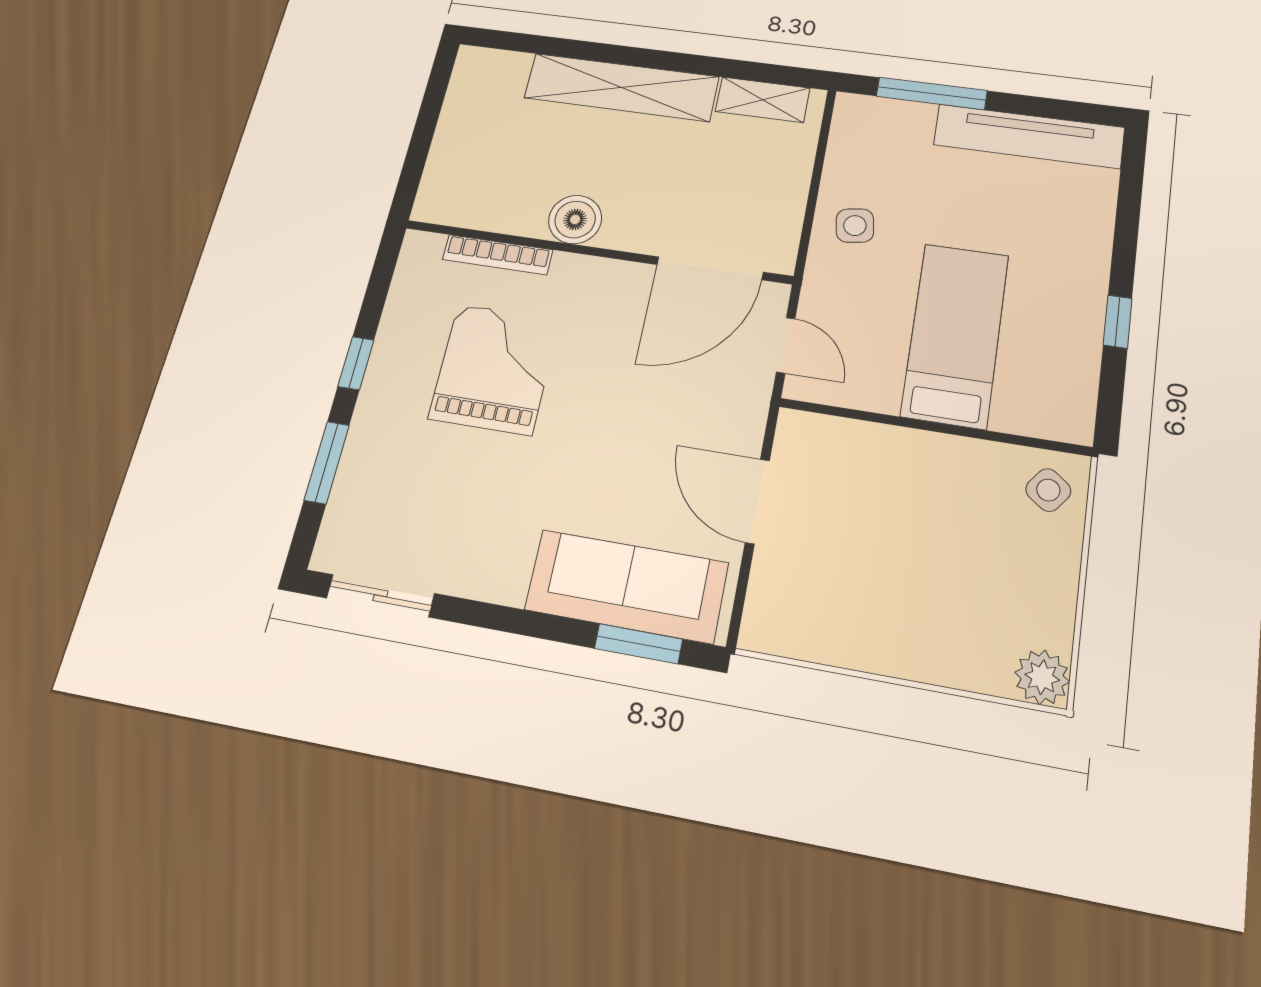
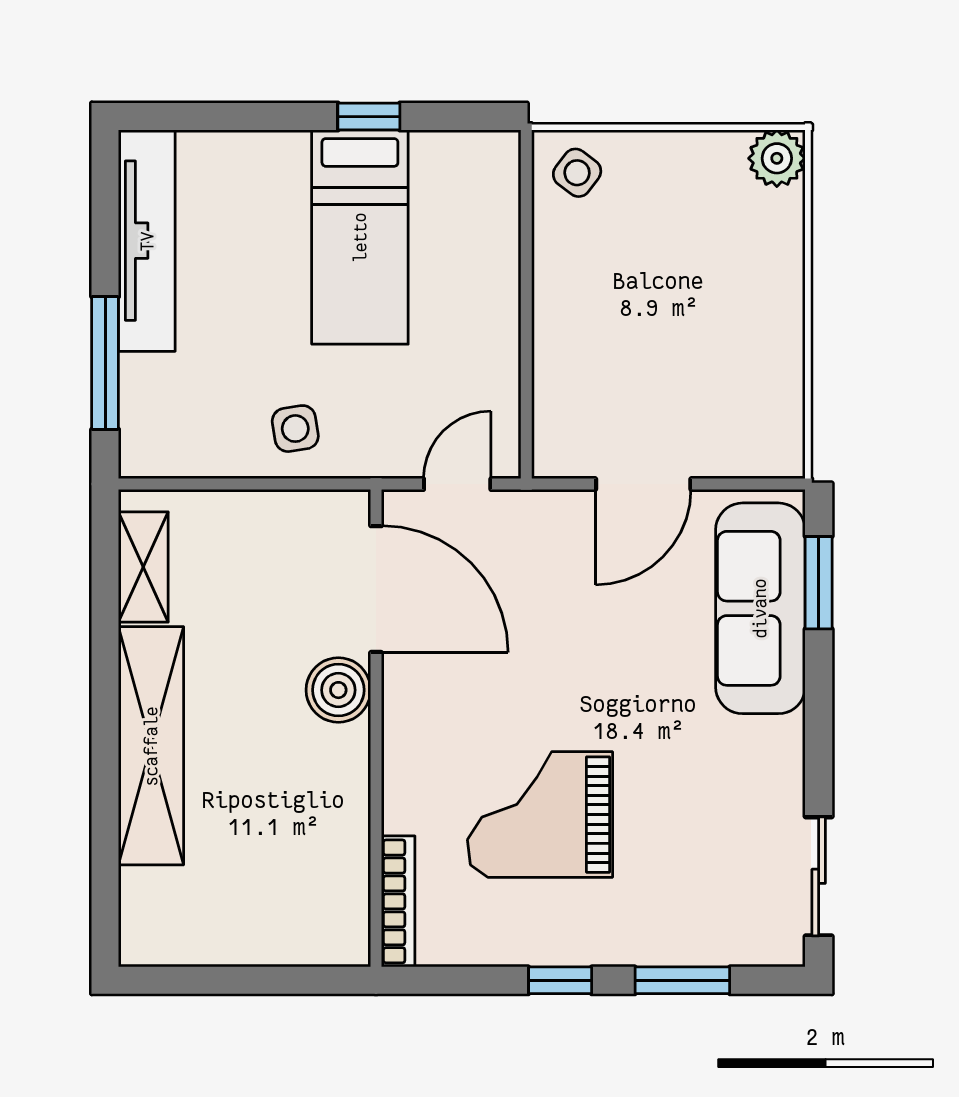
boiler: (575, 220) -> (338, 690), moved
bookcase: (497, 255) -> (398, 901), moved
bed: (955, 335) -> (360, 237), moved, turned -90

